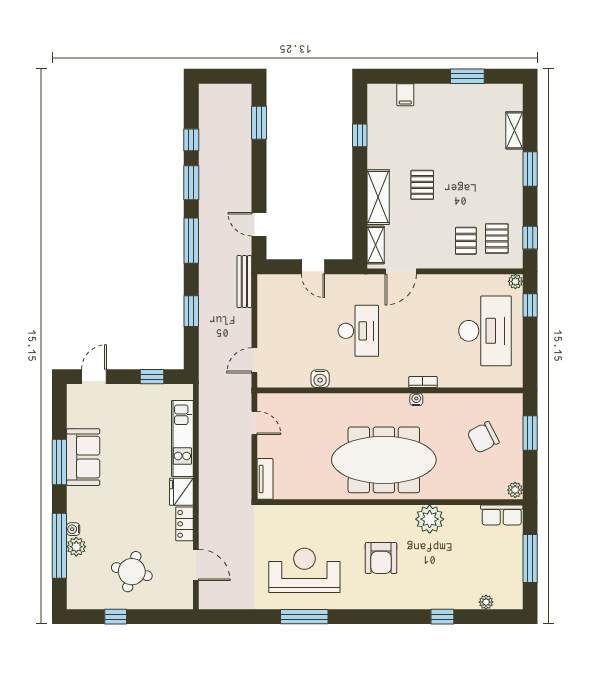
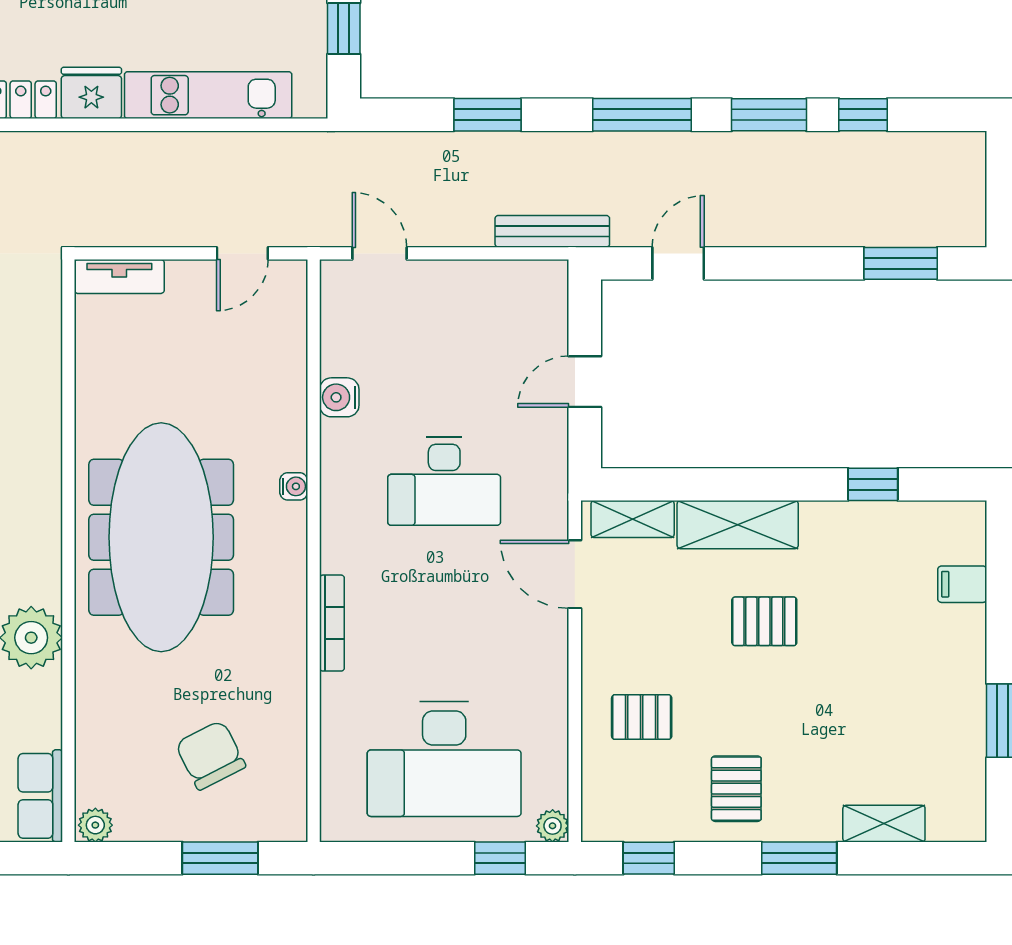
pallet: (497, 238) -> (736, 789), moved, turned 90
bookcase: (423, 382) -> (332, 623), width x1.56
water cooler: (416, 399) -> (294, 486), moved

